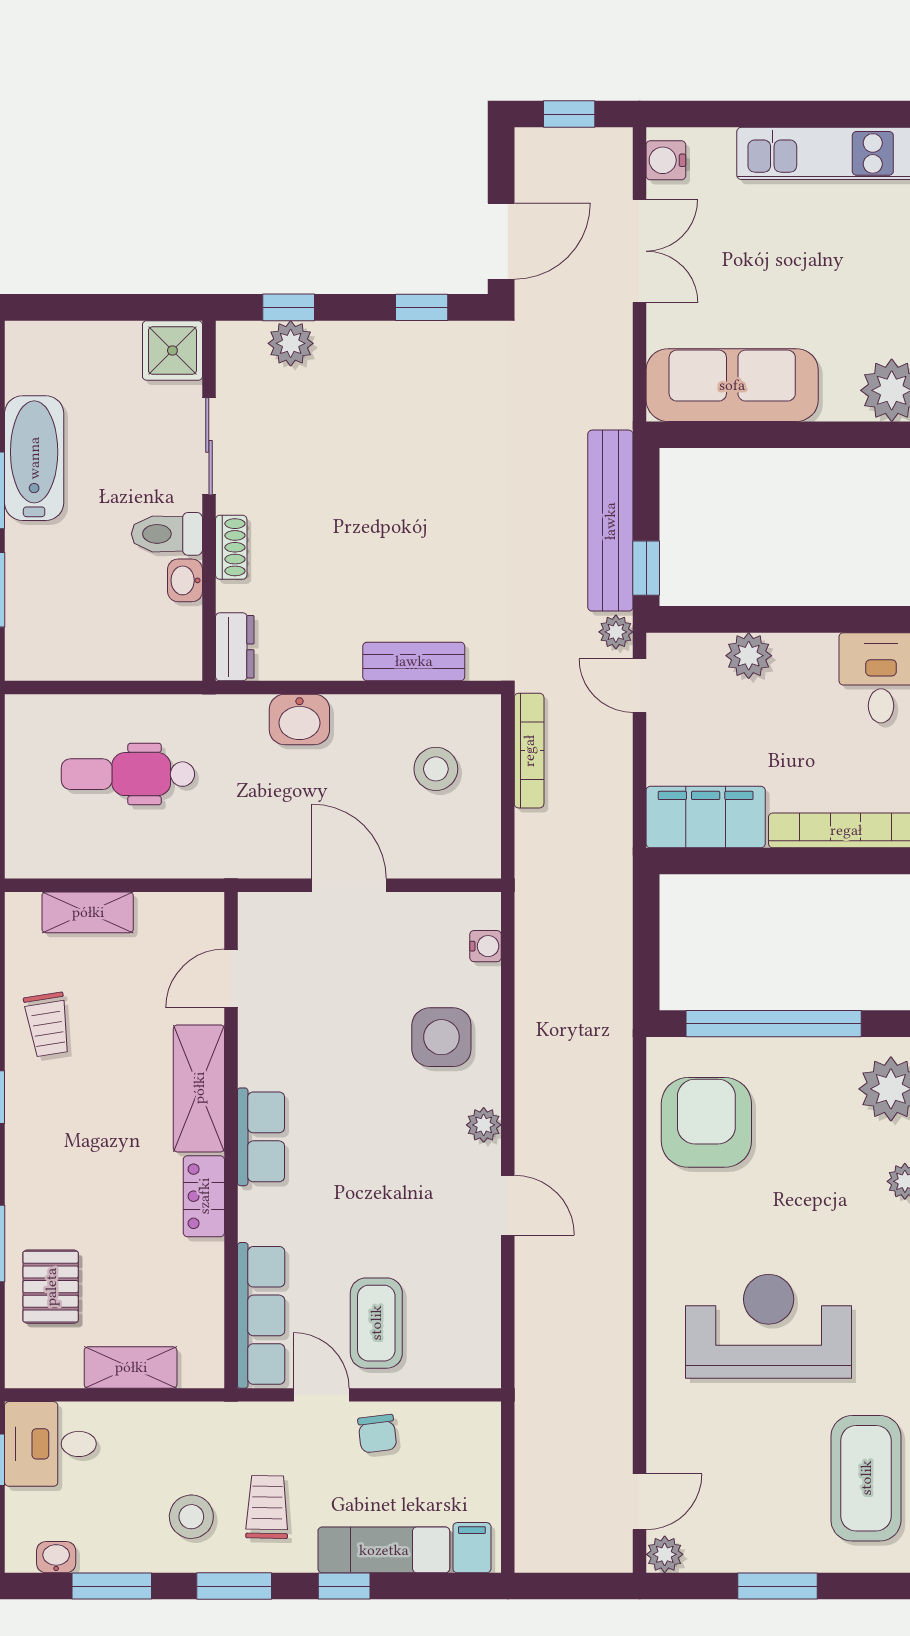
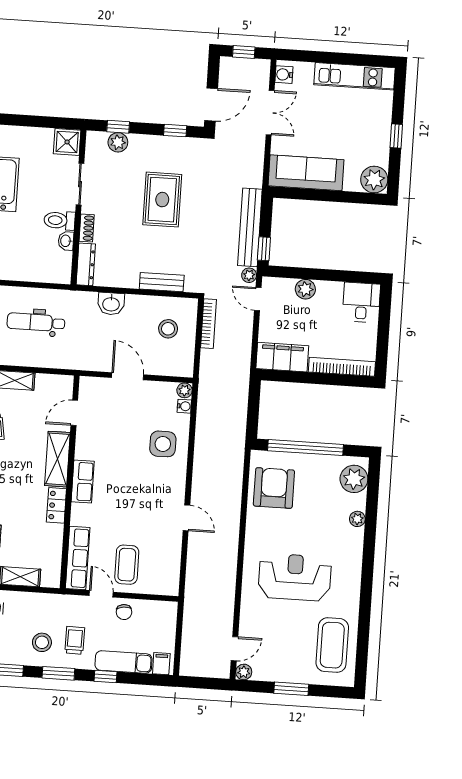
rug: (402, 469) -> (162, 200), added
dresser: (235, 647) -> (86, 264), width x1.44
plant: (484, 1125) -> (185, 390), moved

